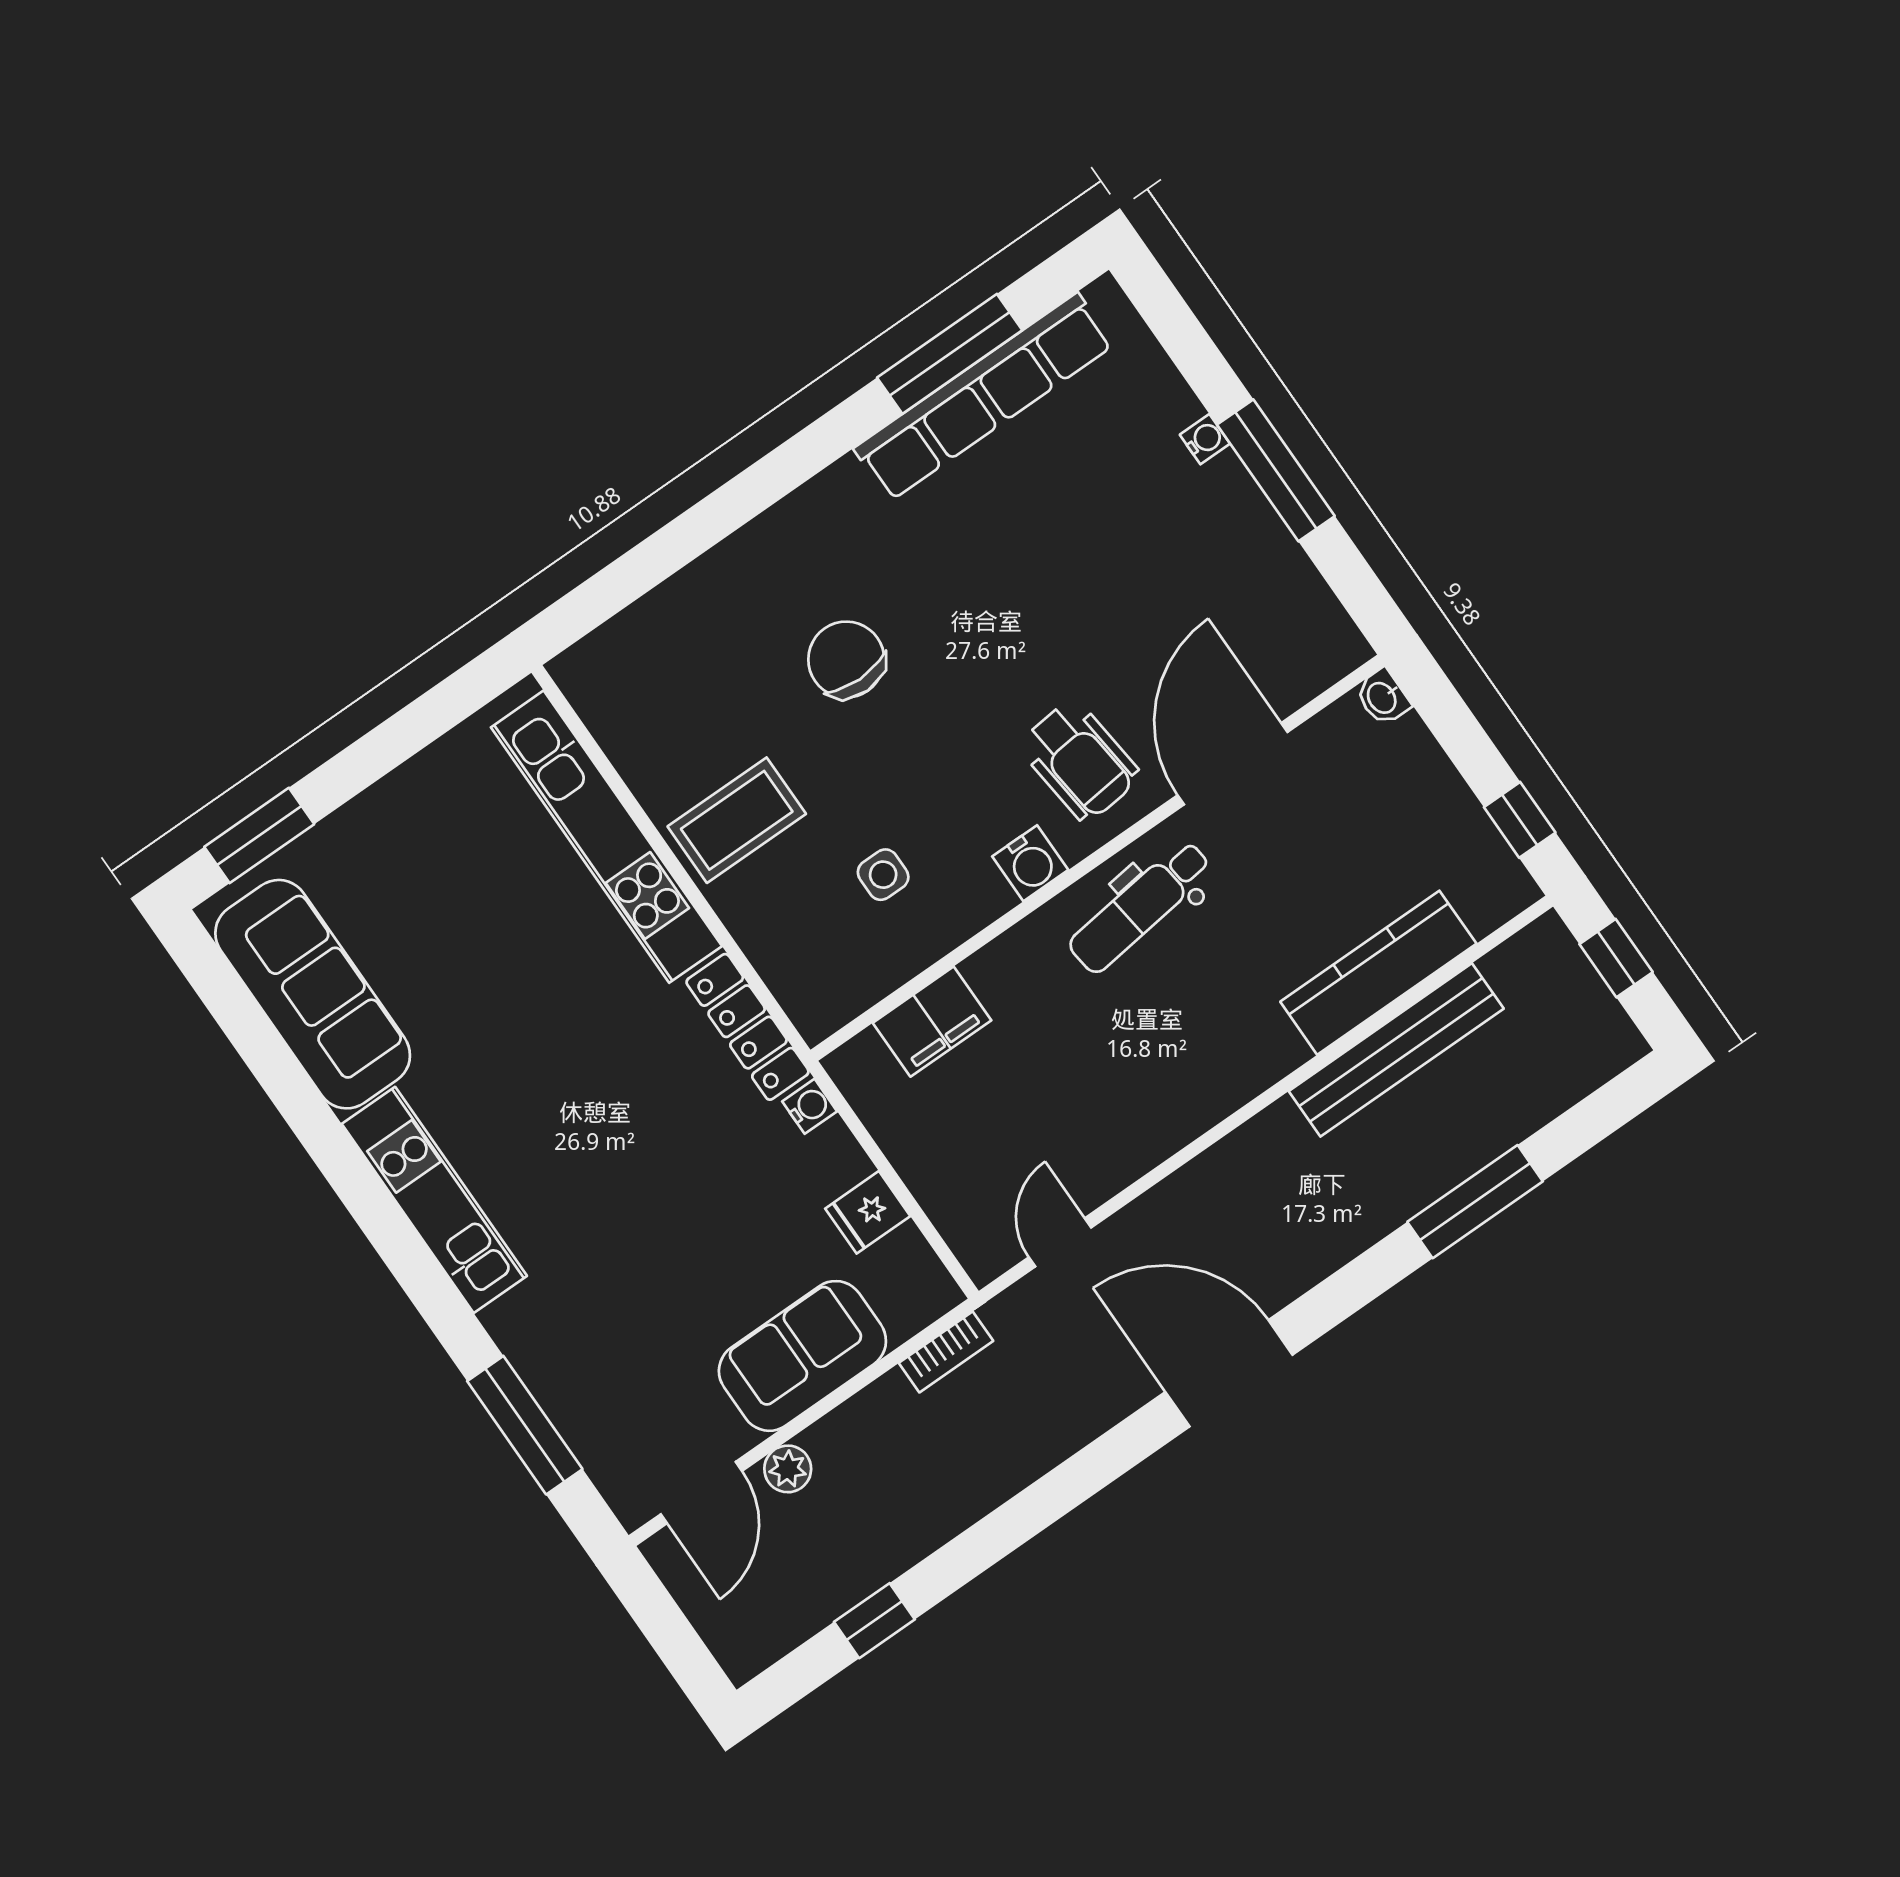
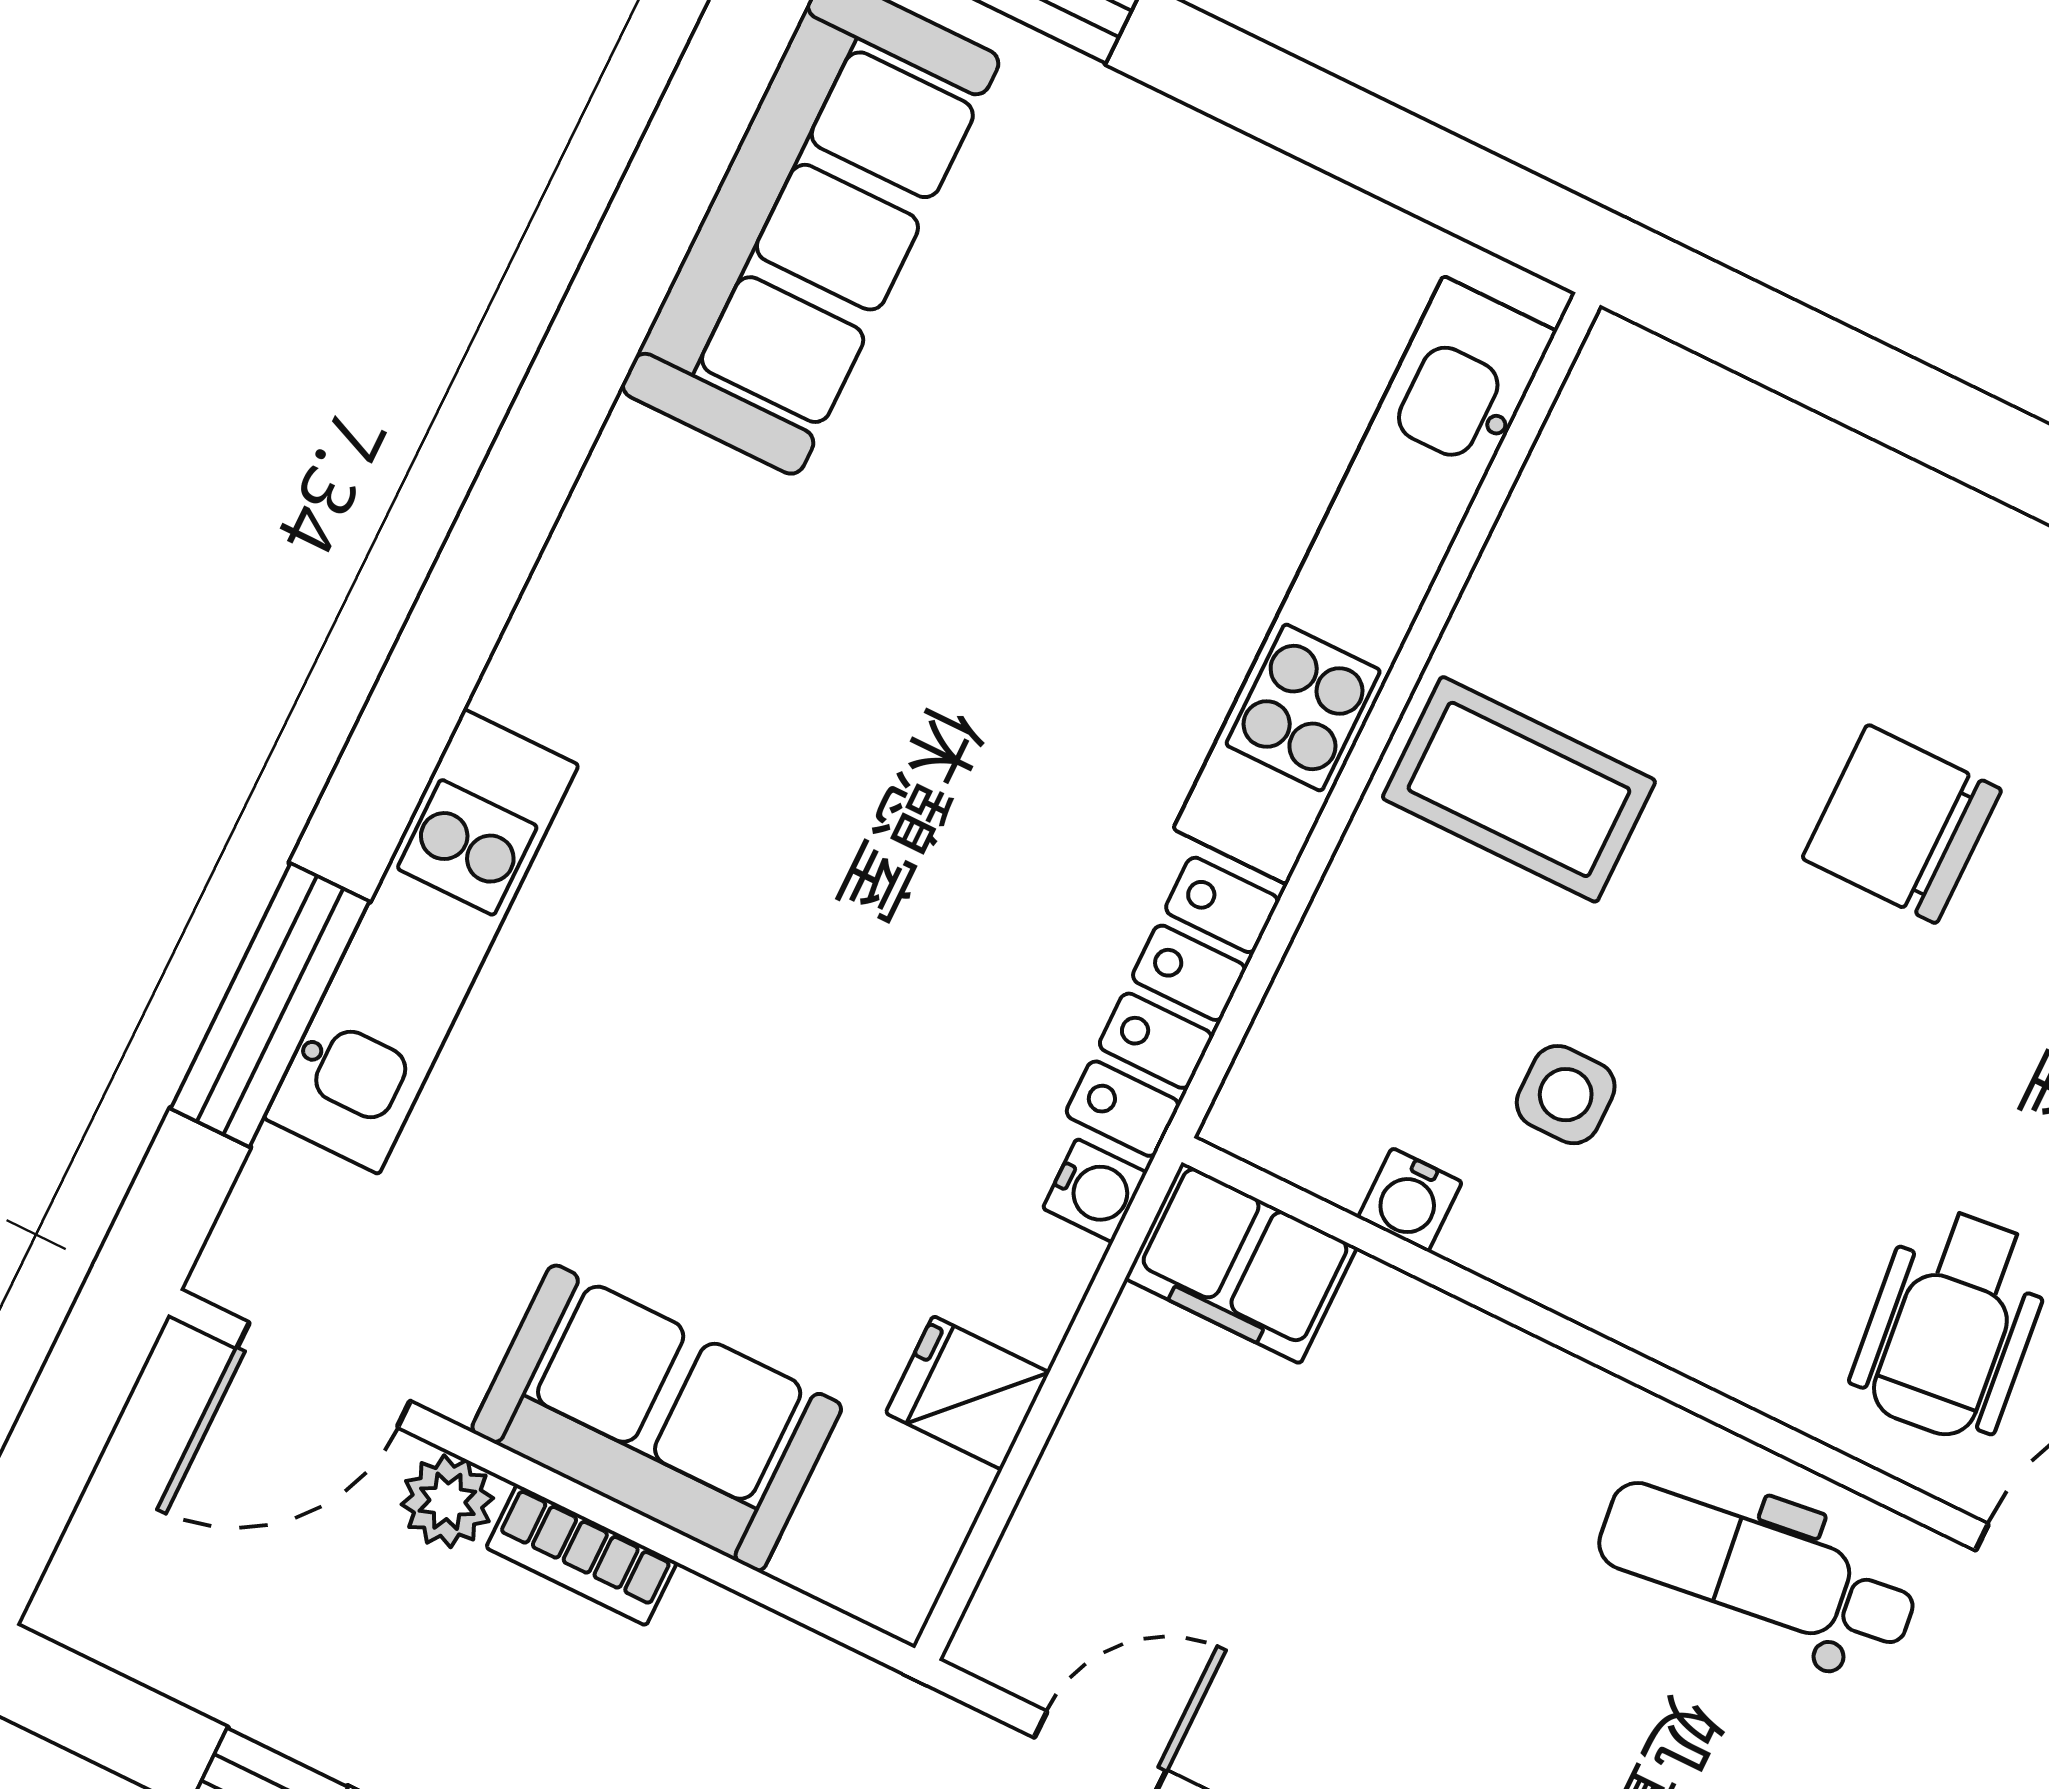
chair: (846, 660) -> (1902, 824), turned -90
water cooler: (1030, 863) -> (1410, 1200), moved, width x0.72, depth x0.72
filing cabinet: (932, 1022) -> (1241, 1263), moved
kitchen unit: (434, 1200) -> (421, 942), moved
bookcase: (946, 1352) -> (582, 1555), moved

